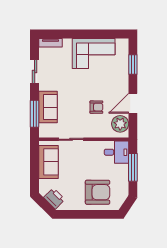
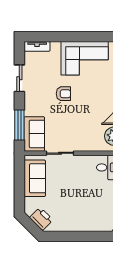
sofa: (48, 107) -> (34, 134), moved
armchair: (96, 107) -> (63, 94), moved
armchair: (98, 192) -> (89, 212), removed

